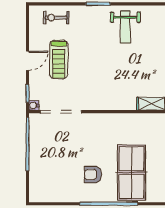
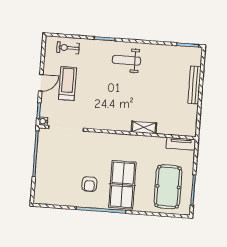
weight bench: (125, 27) -> (126, 60), turned 90
treadmill: (59, 59) -> (68, 84), turned 180
armchair: (93, 175) -> (89, 184), turned -90

